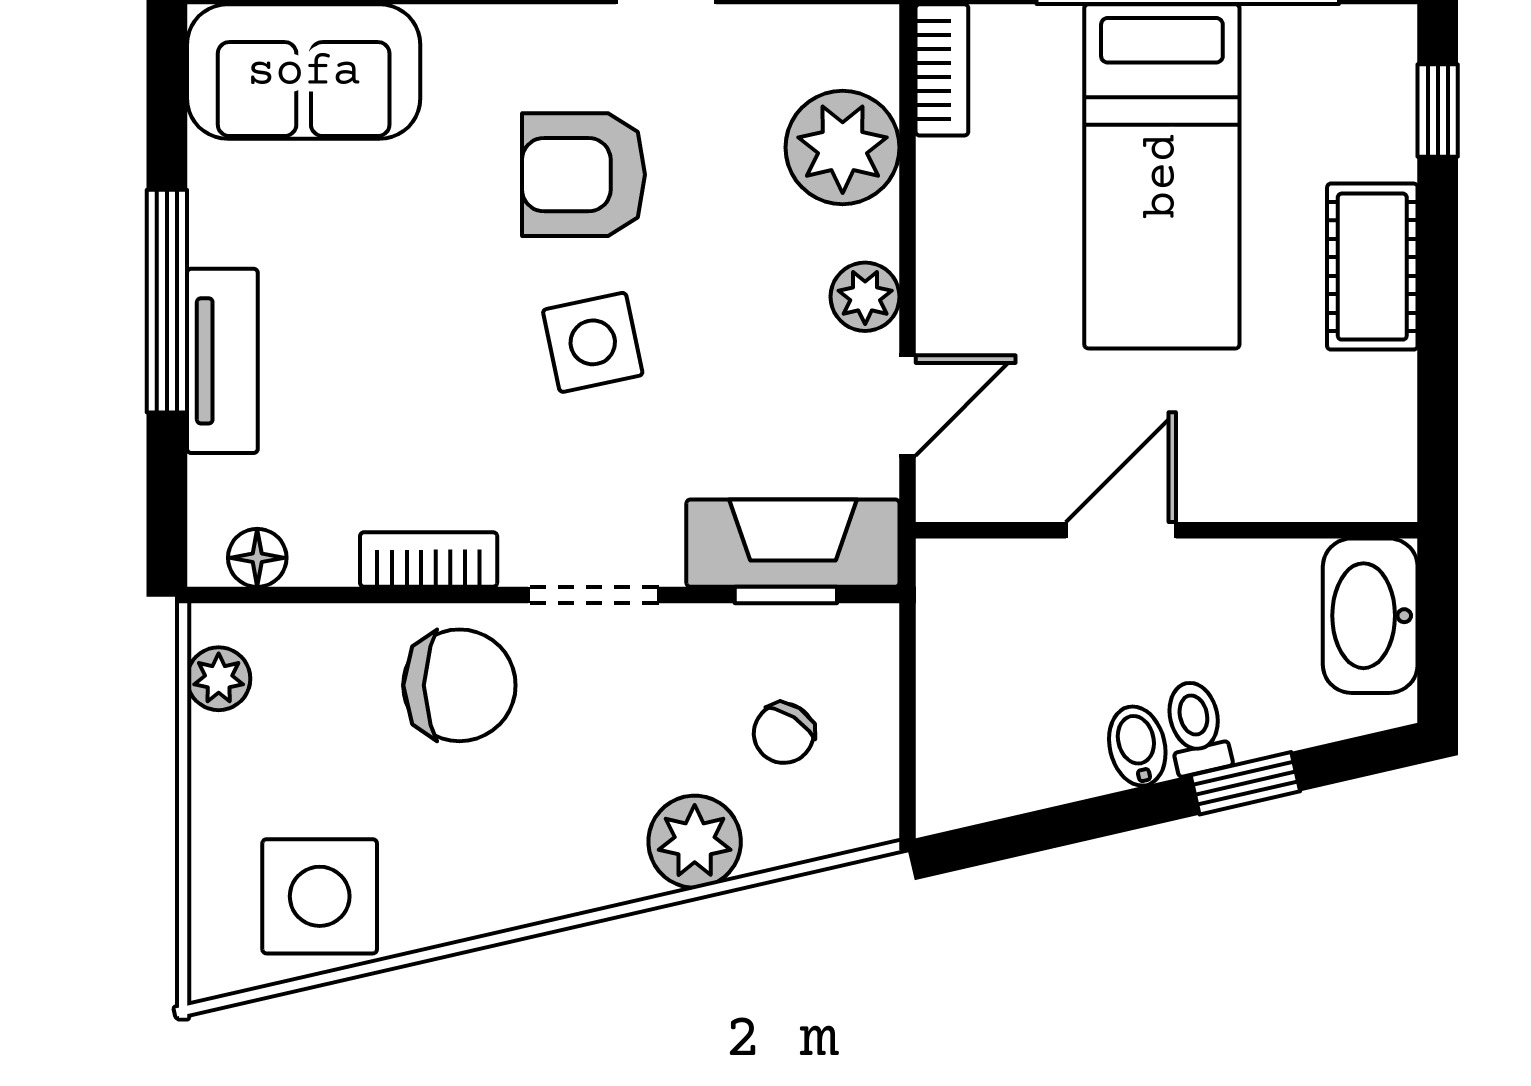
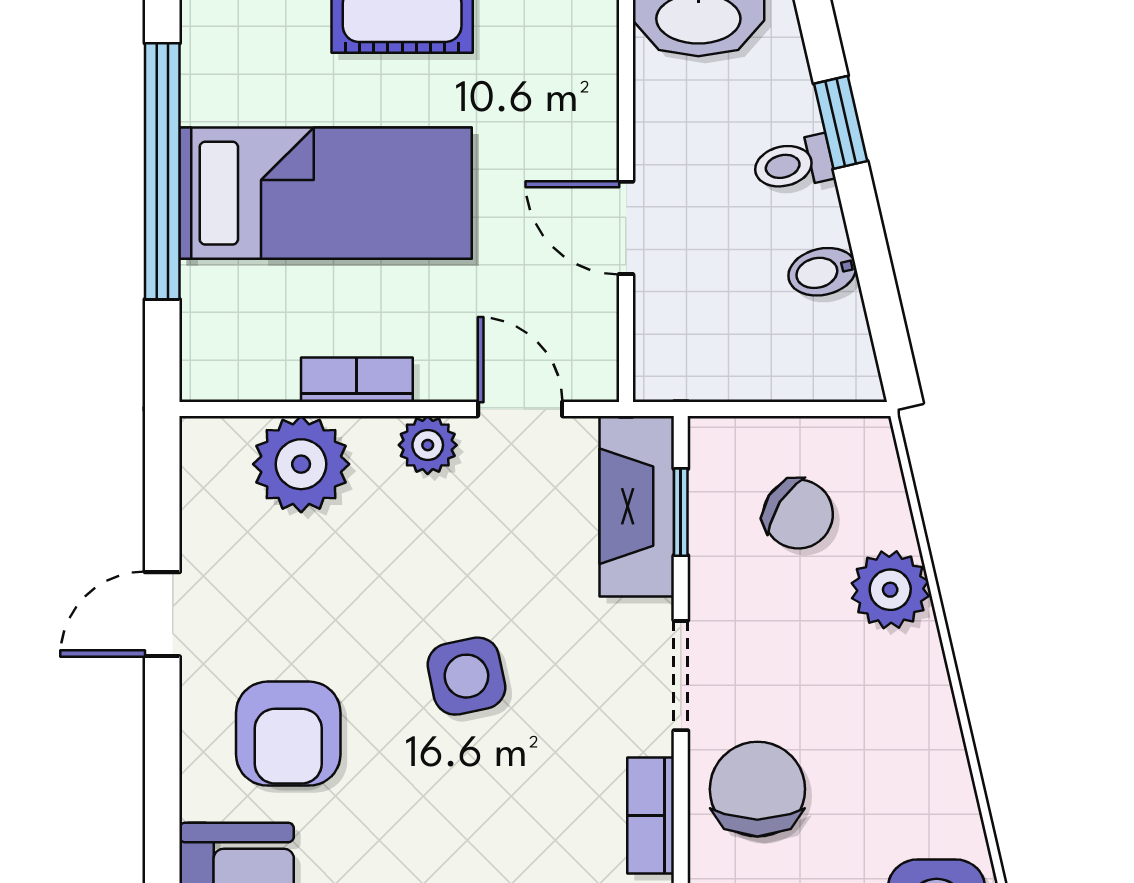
bookcase: (942, 70) -> (357, 380), moved
armchair: (584, 175) -> (288, 734), moved
chair: (784, 733) -> (798, 514), width x1.37, depth x1.37
bidet: (1137, 746) -> (822, 272), moved

